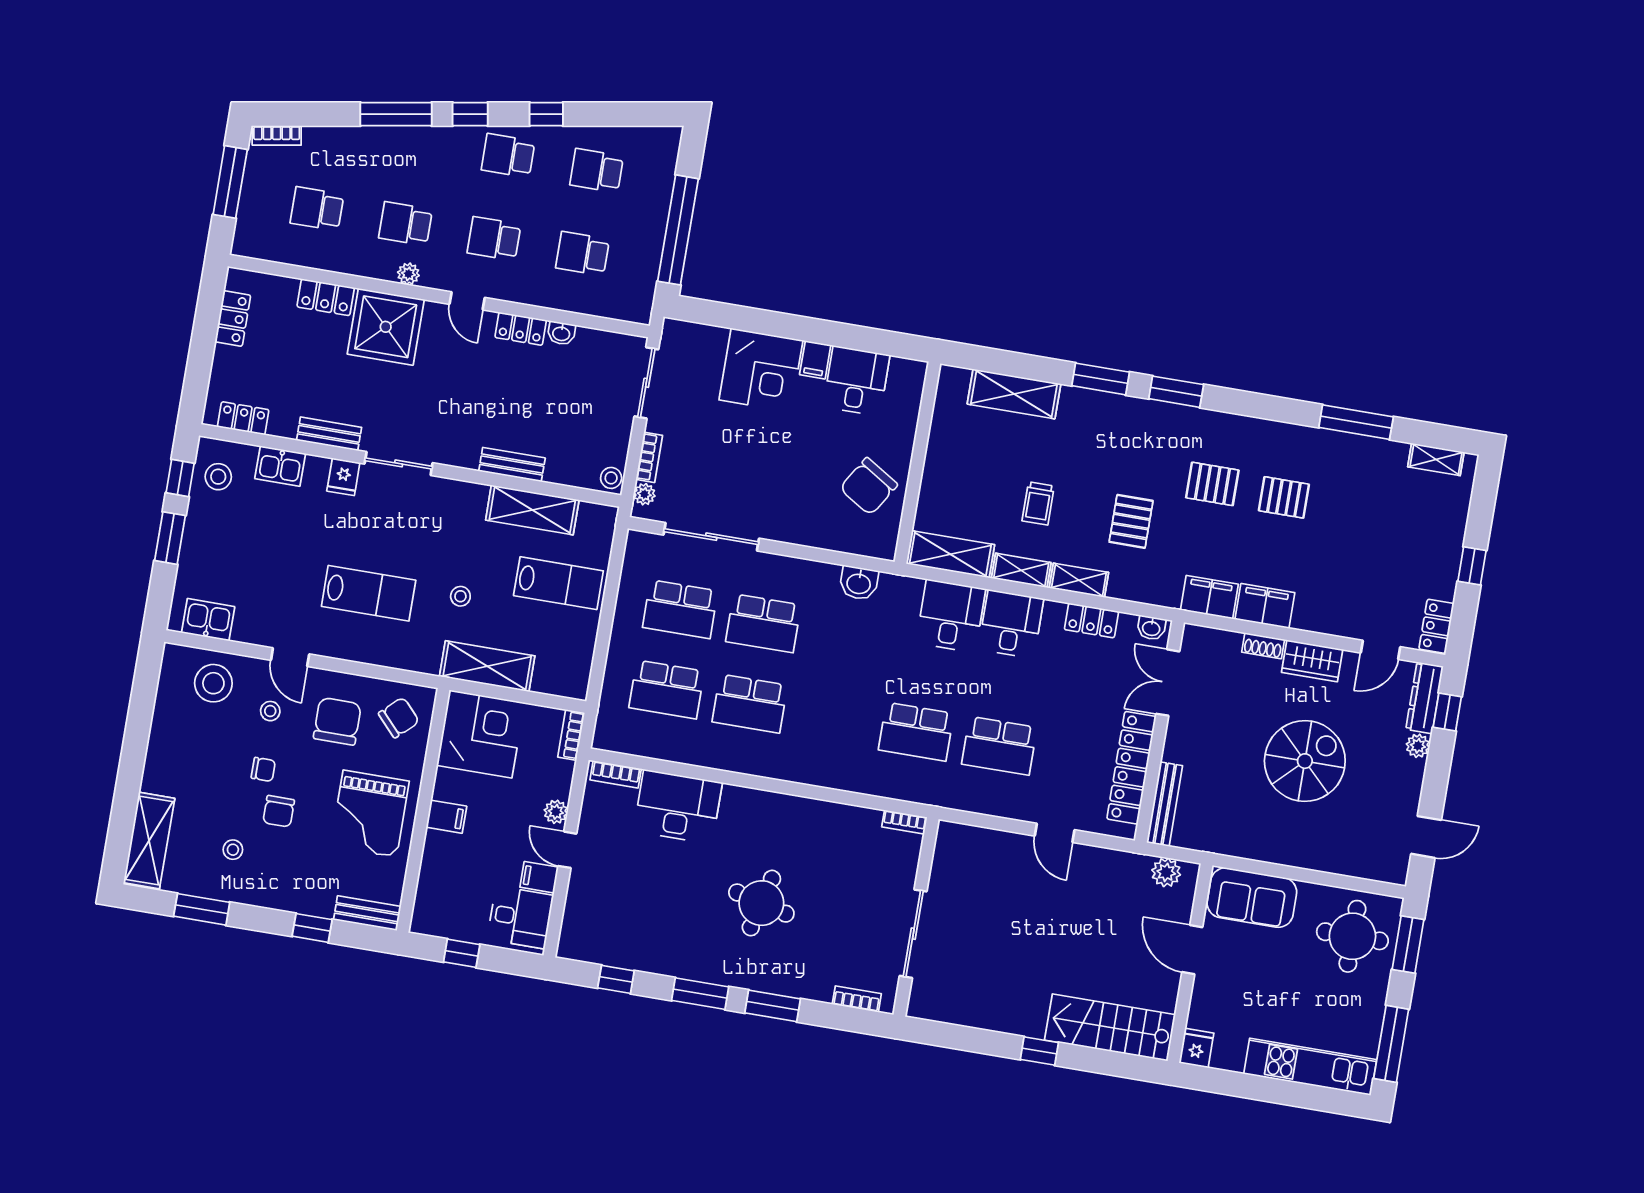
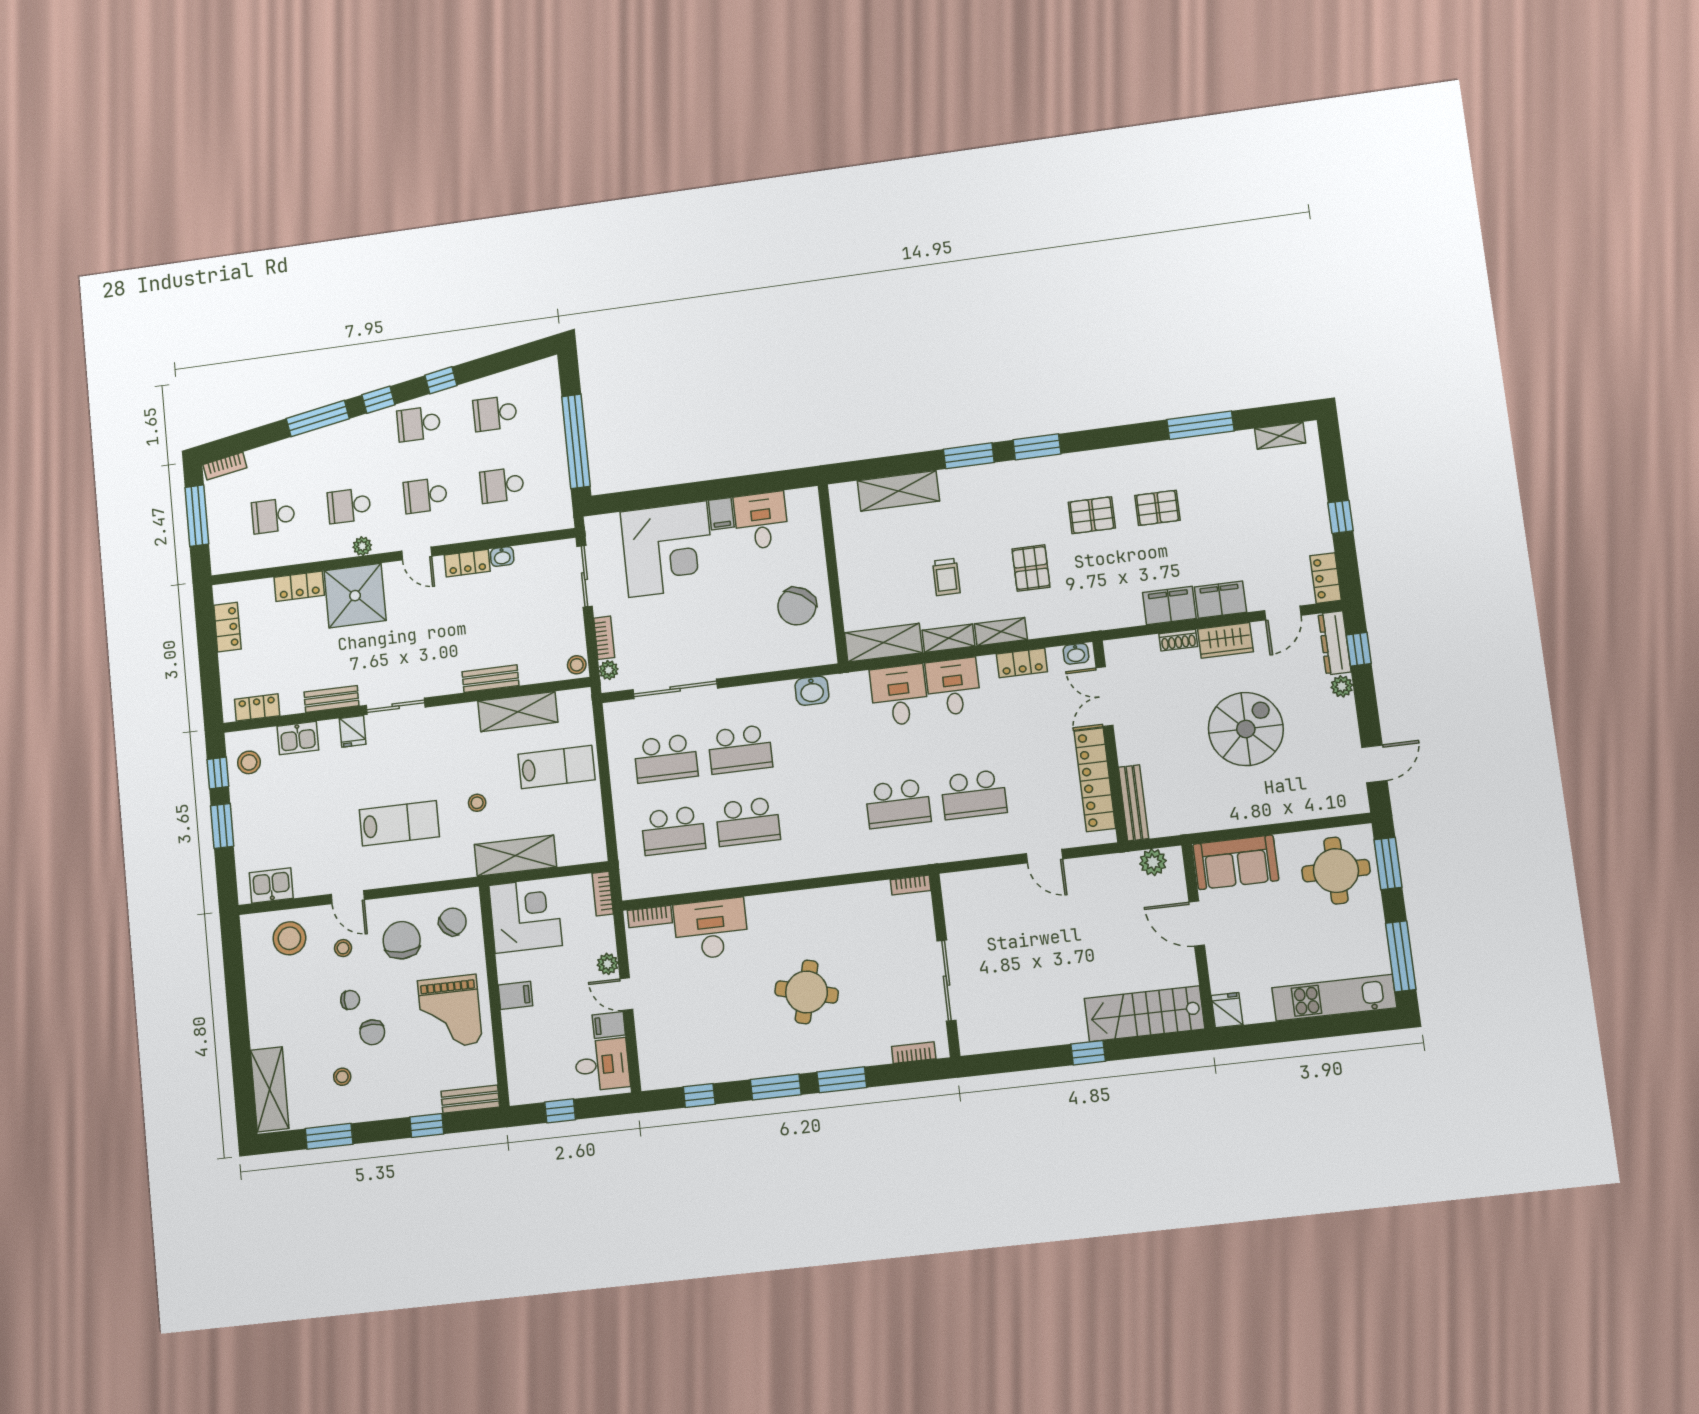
corner desk: (761, 370) -> (668, 549), width x1.36, depth x1.36
filing cabinet: (1209, 597) -> (1220, 600), moved

